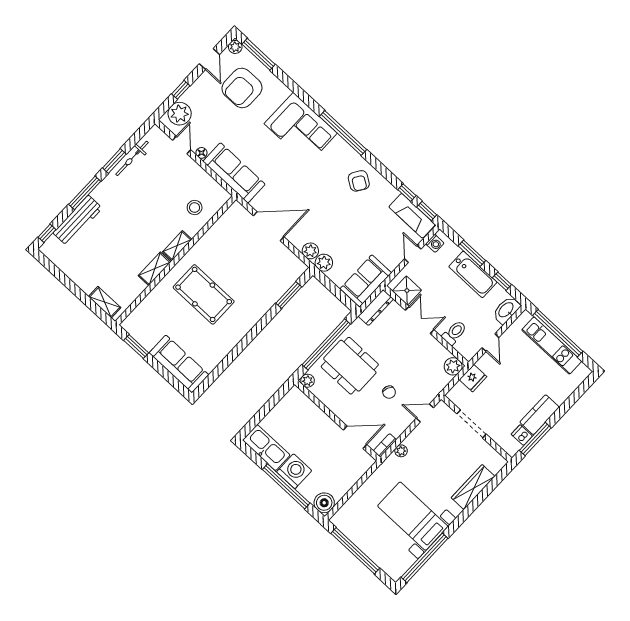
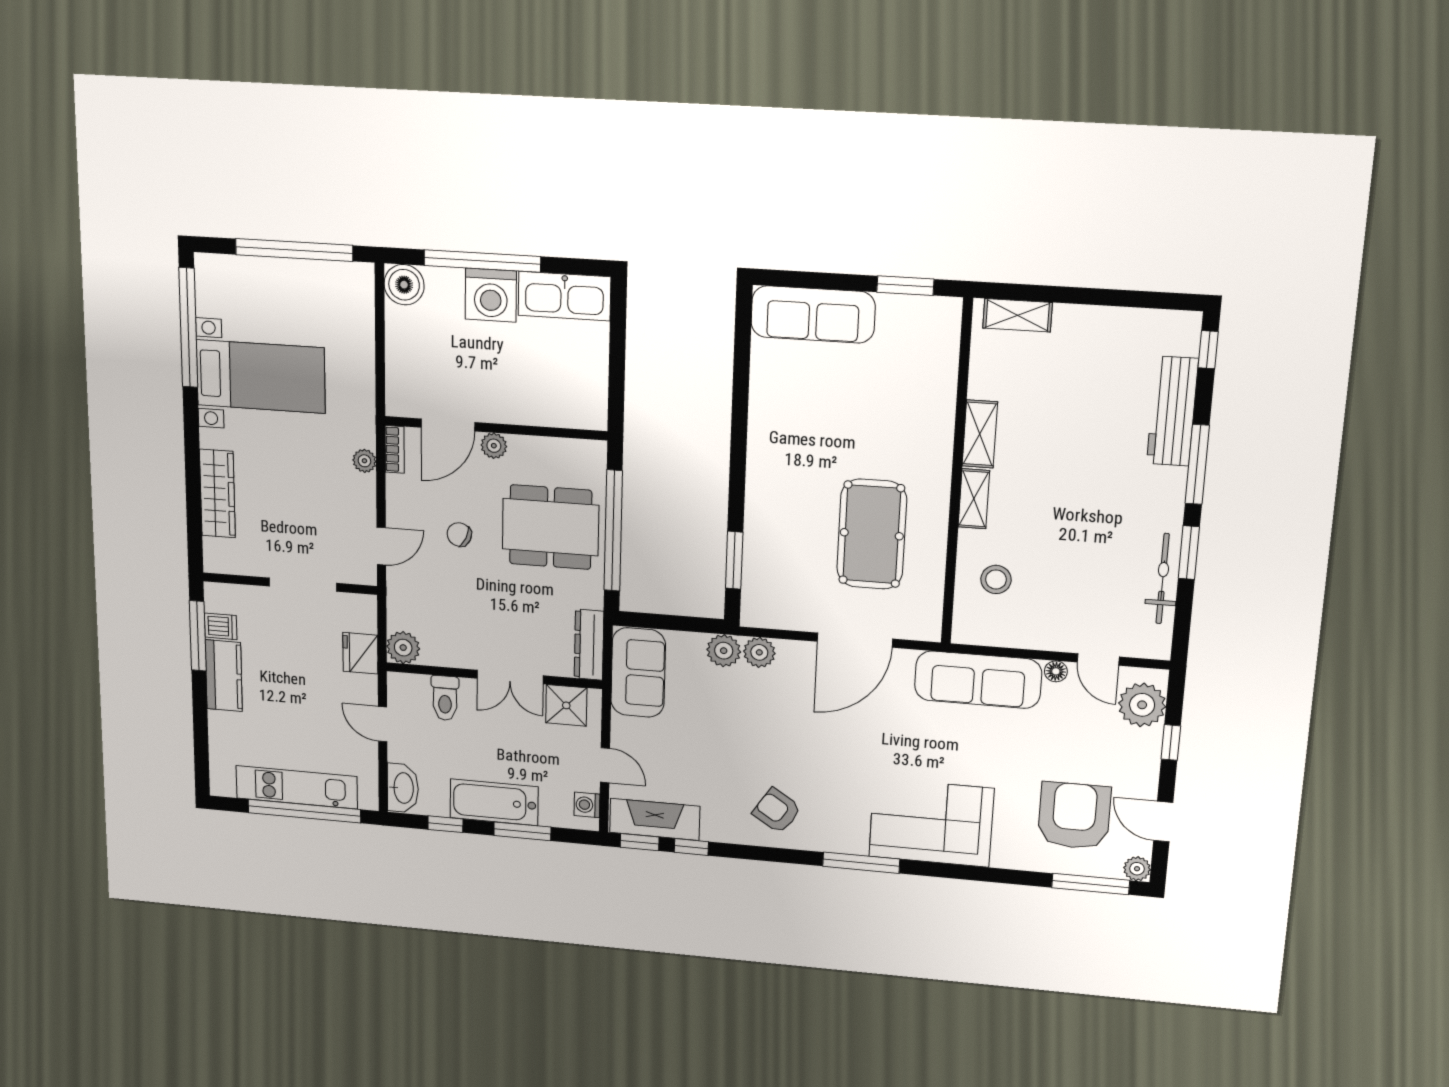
window: (343, 133) -> (861, 863), width x0.68
pool table: (204, 294) -> (872, 534), moved, turned 90
plant: (308, 381) -> (494, 446), moved

